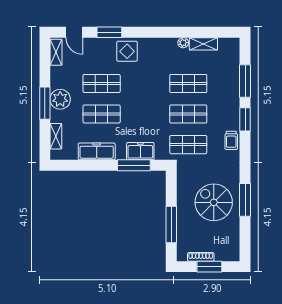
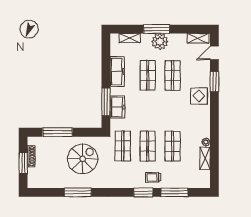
trolley: (231, 140) -> (153, 177), moved
spiral stairs: (214, 202) -> (83, 159), moved

